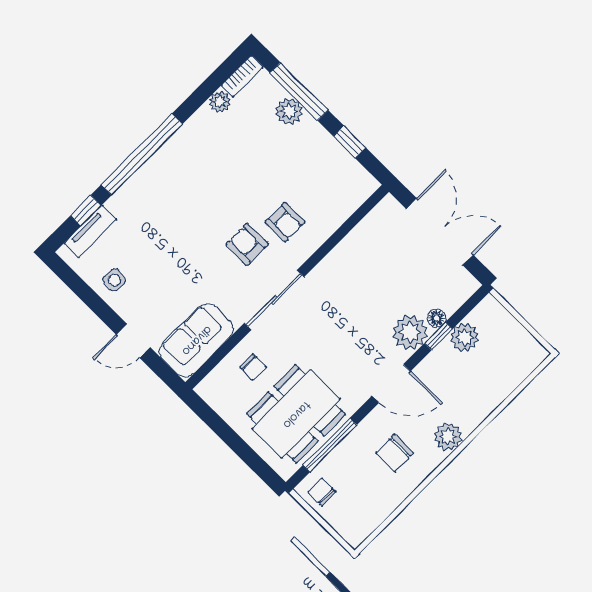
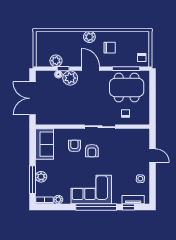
window: (350, 142) -> (33, 150), removed
corner sofa: (180, 176) -> (91, 190), added
sofa: (196, 340) -> (44, 144), moved, turned -90

